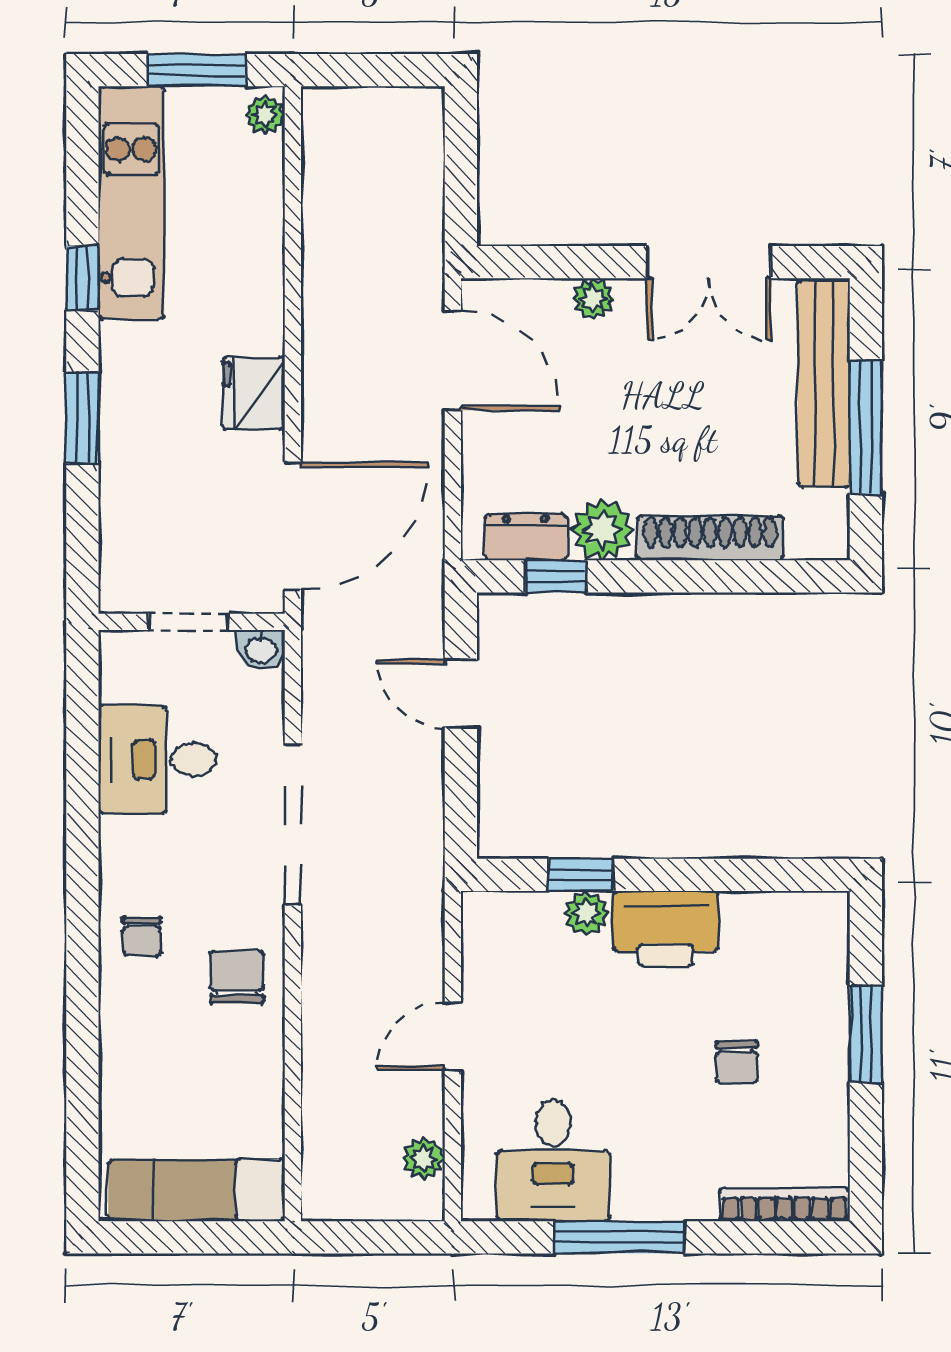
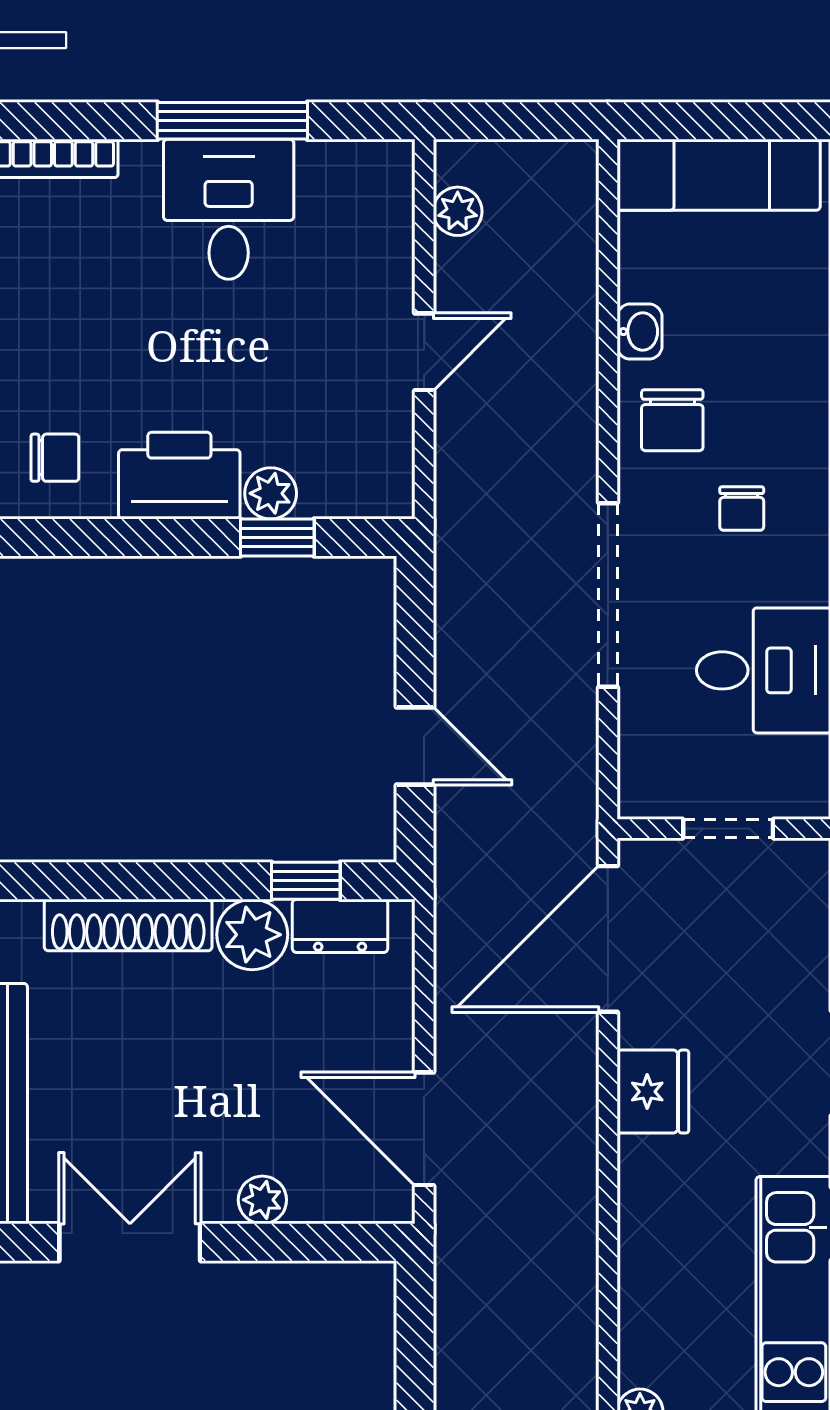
washbasin: (261, 649) -> (640, 332), moved, turned 90
chair: (142, 936) -> (742, 509), moved, turned 180
chair: (737, 1062) -> (55, 458), moved, turned 90
desk: (553, 1160) -> (229, 209), moved

